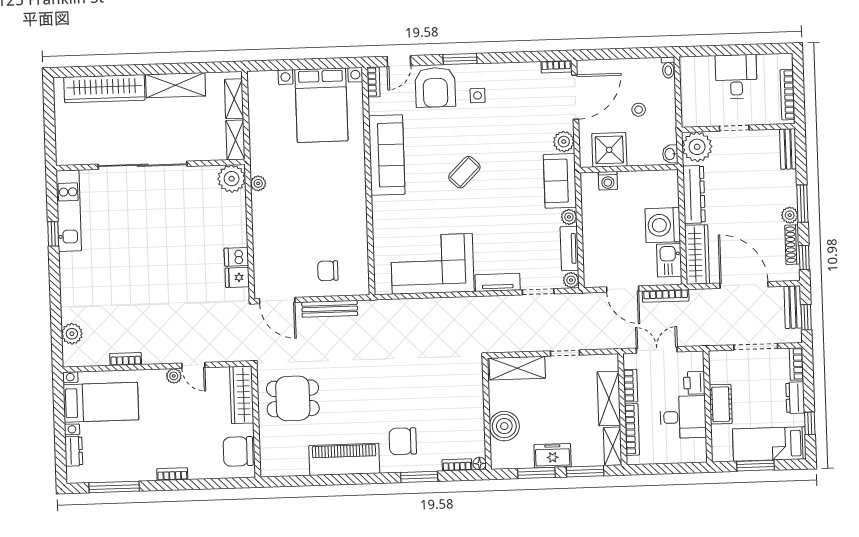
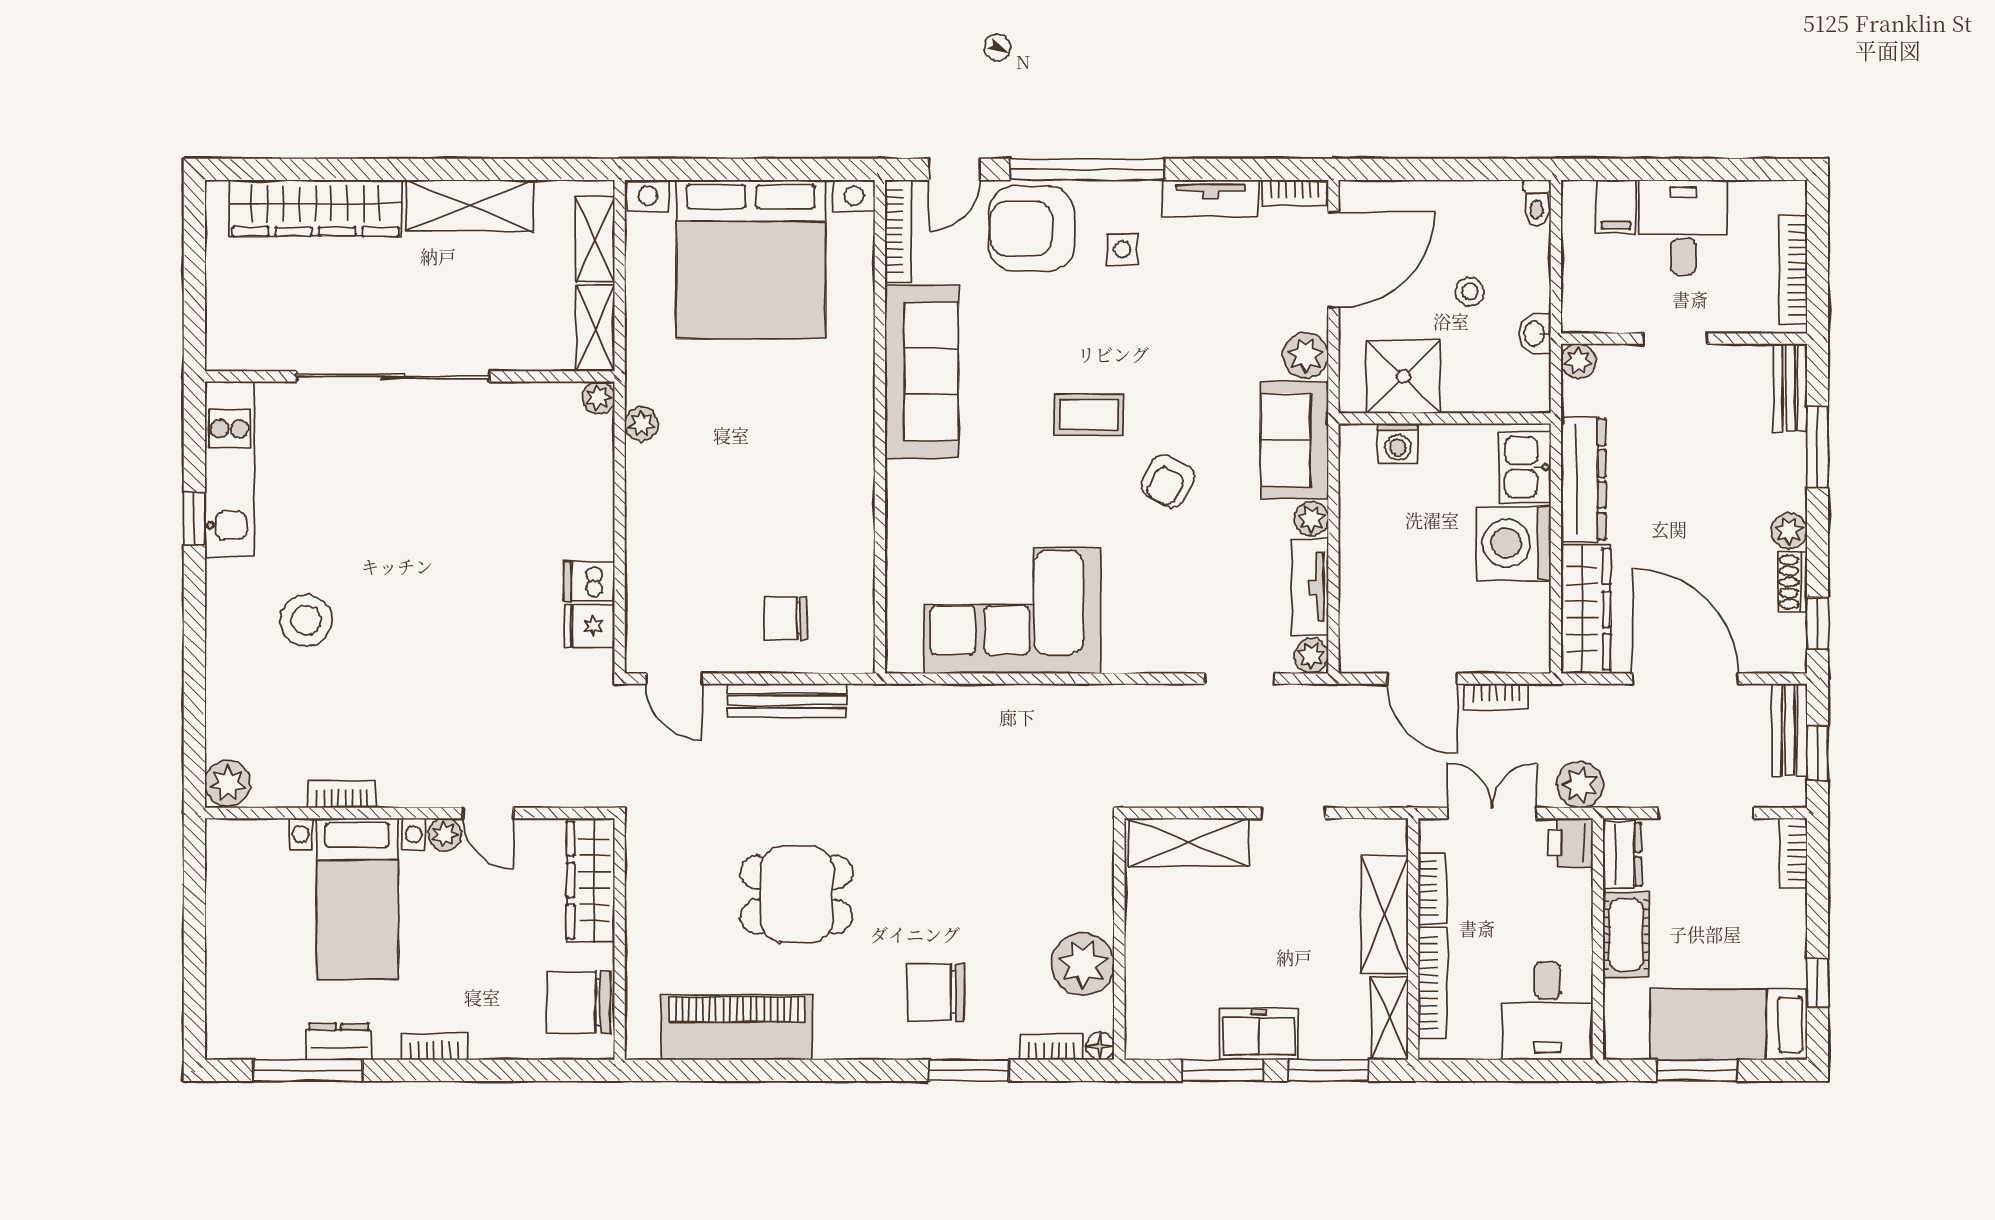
window: (460, 59) -> (1087, 169), width x2.11
filing cabinet: (705, 68) -> (1616, 207), added
bookcase: (373, 82) -> (898, 231), width x1.56
armchair: (435, 87) -> (1032, 229), turned 90
bed with nightstands: (321, 105) -> (751, 259), width x1.36
plant: (697, 147) -> (1578, 361), width x0.53, depth x0.53
washbasin: (670, 154) -> (1535, 334), moved
coffee table: (464, 172) -> (1088, 414), turned 45
plant: (232, 179) -> (598, 398), width x0.53, depth x0.53
armchair: (502, 202) -> (1168, 481), added
window: (802, 204) -> (1817, 447), moved
shoe rack: (792, 245) -> (1792, 582), width x0.70
kitchen sink: (669, 260) -> (1525, 467), moved
stool: (106, 279) -> (306, 620), added
tv unit: (498, 282) -> (1210, 198), moved, turned 180
bookcase: (666, 296) -> (1497, 696), width x0.64
door: (277, 300) -> (674, 679), width x0.73
plant: (72, 334) -> (228, 783), moved
plant: (697, 336) -> (1580, 785), added
printer: (694, 383) -> (1570, 843), moved
dining table: (293, 398) -> (796, 894), moved
dresser: (795, 398) -> (1622, 855), moved, turned 180
bed with nightstands: (101, 402) -> (357, 899), moved, turned 90
desk: (683, 417) -> (1547, 1011), moved, turned 90
plant: (470, 426) -> (1083, 964), added
boiler: (504, 426) -> (1156, 967), removed
dresser: (74, 451) -> (339, 1042), moved, turned -90
piano: (344, 459) -> (737, 1027), moved

